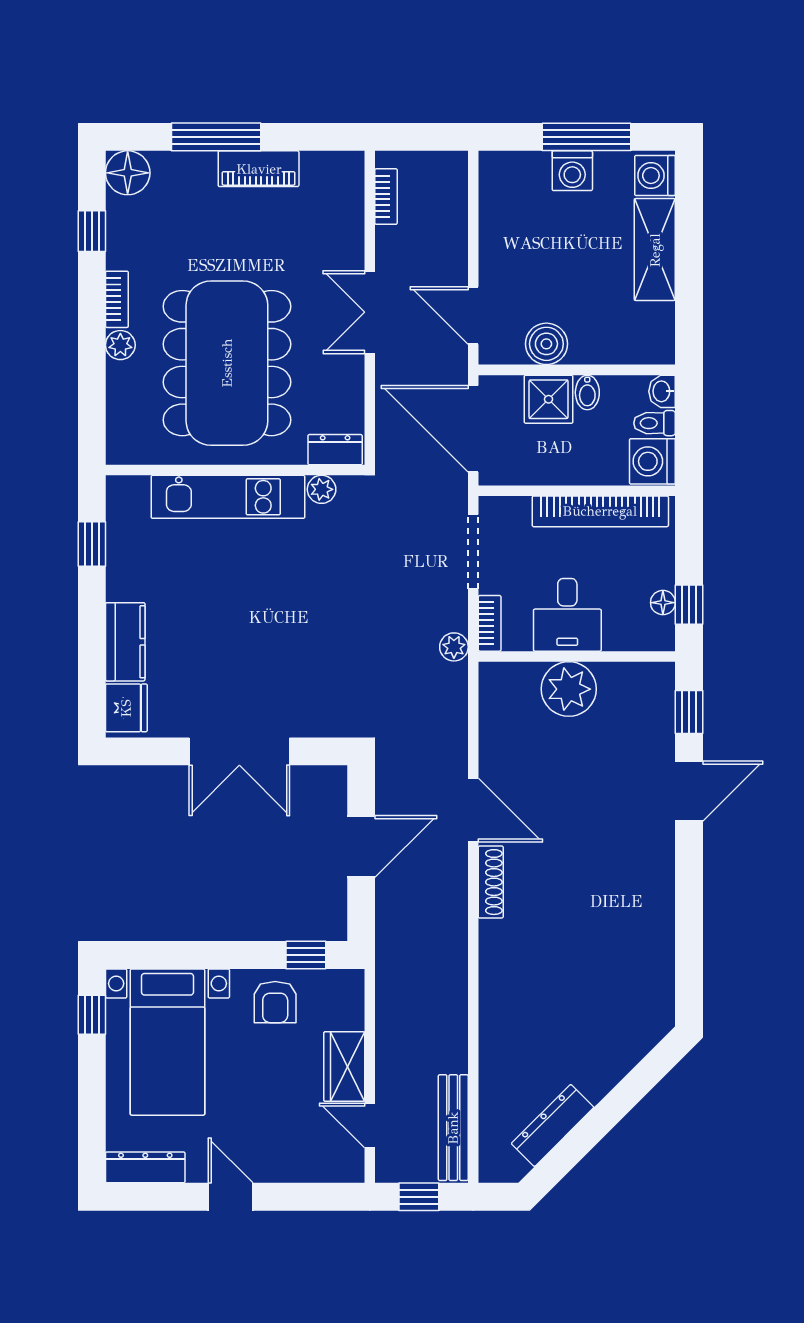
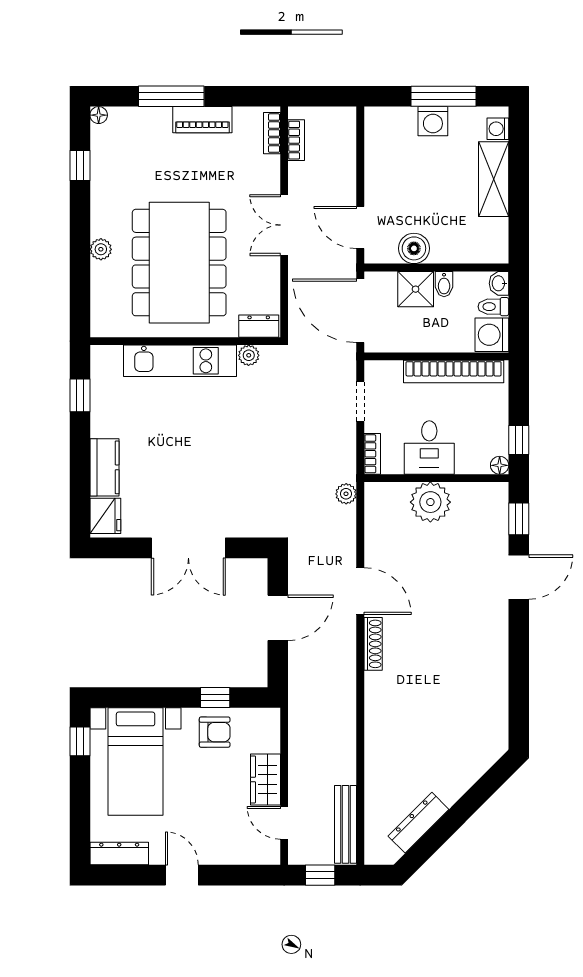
floor lamp: (128, 173) -> (99, 115), width x0.53, depth x0.53
washing machine: (655, 176) -> (498, 129), width x0.73, depth x0.73
bookcase: (117, 299) -> (272, 133), moved, turned 180
doorway: (473, 552) -> (360, 401), width x0.73
floor lamp: (663, 603) -> (500, 465), moved
plant: (454, 647) -> (346, 494), moved
window: (306, 955) -> (215, 698), moved
armchair: (275, 1002) -> (215, 732), turned -90

